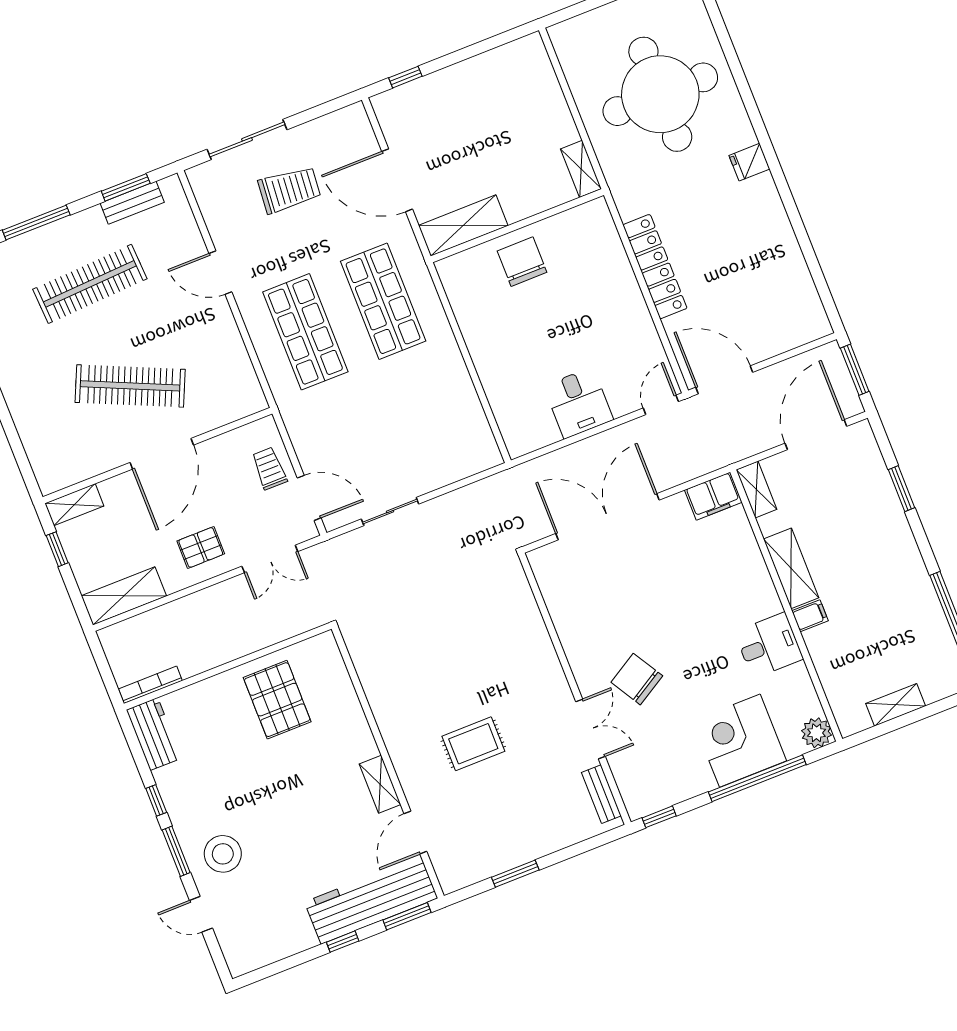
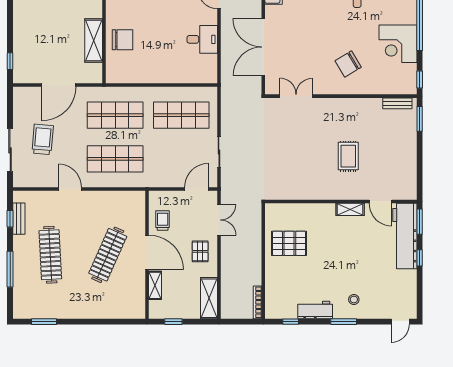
window: (126, 187) -> (10, 219), width x0.67
shelving: (463, 226) -> (94, 40), moved
chair: (522, 262) -> (122, 40), turned 180
door: (220, 273) -> (70, 189), swing flipped
shop shelf: (429, 419) -> (181, 115), added
trolley: (269, 468) -> (163, 221), moved, turned 90
shelving: (74, 505) -> (155, 285), moved
double door: (590, 729) -> (296, 96), moved
workbench: (154, 734) -> (315, 310), moved
corner desk: (740, 741) -> (398, 44), moved
window: (156, 800) -> (291, 322), moved
stool: (223, 854) -> (354, 299), width x0.53, depth x0.53
window: (515, 874) -> (420, 119), moved
door: (201, 914) -> (400, 322), moved

